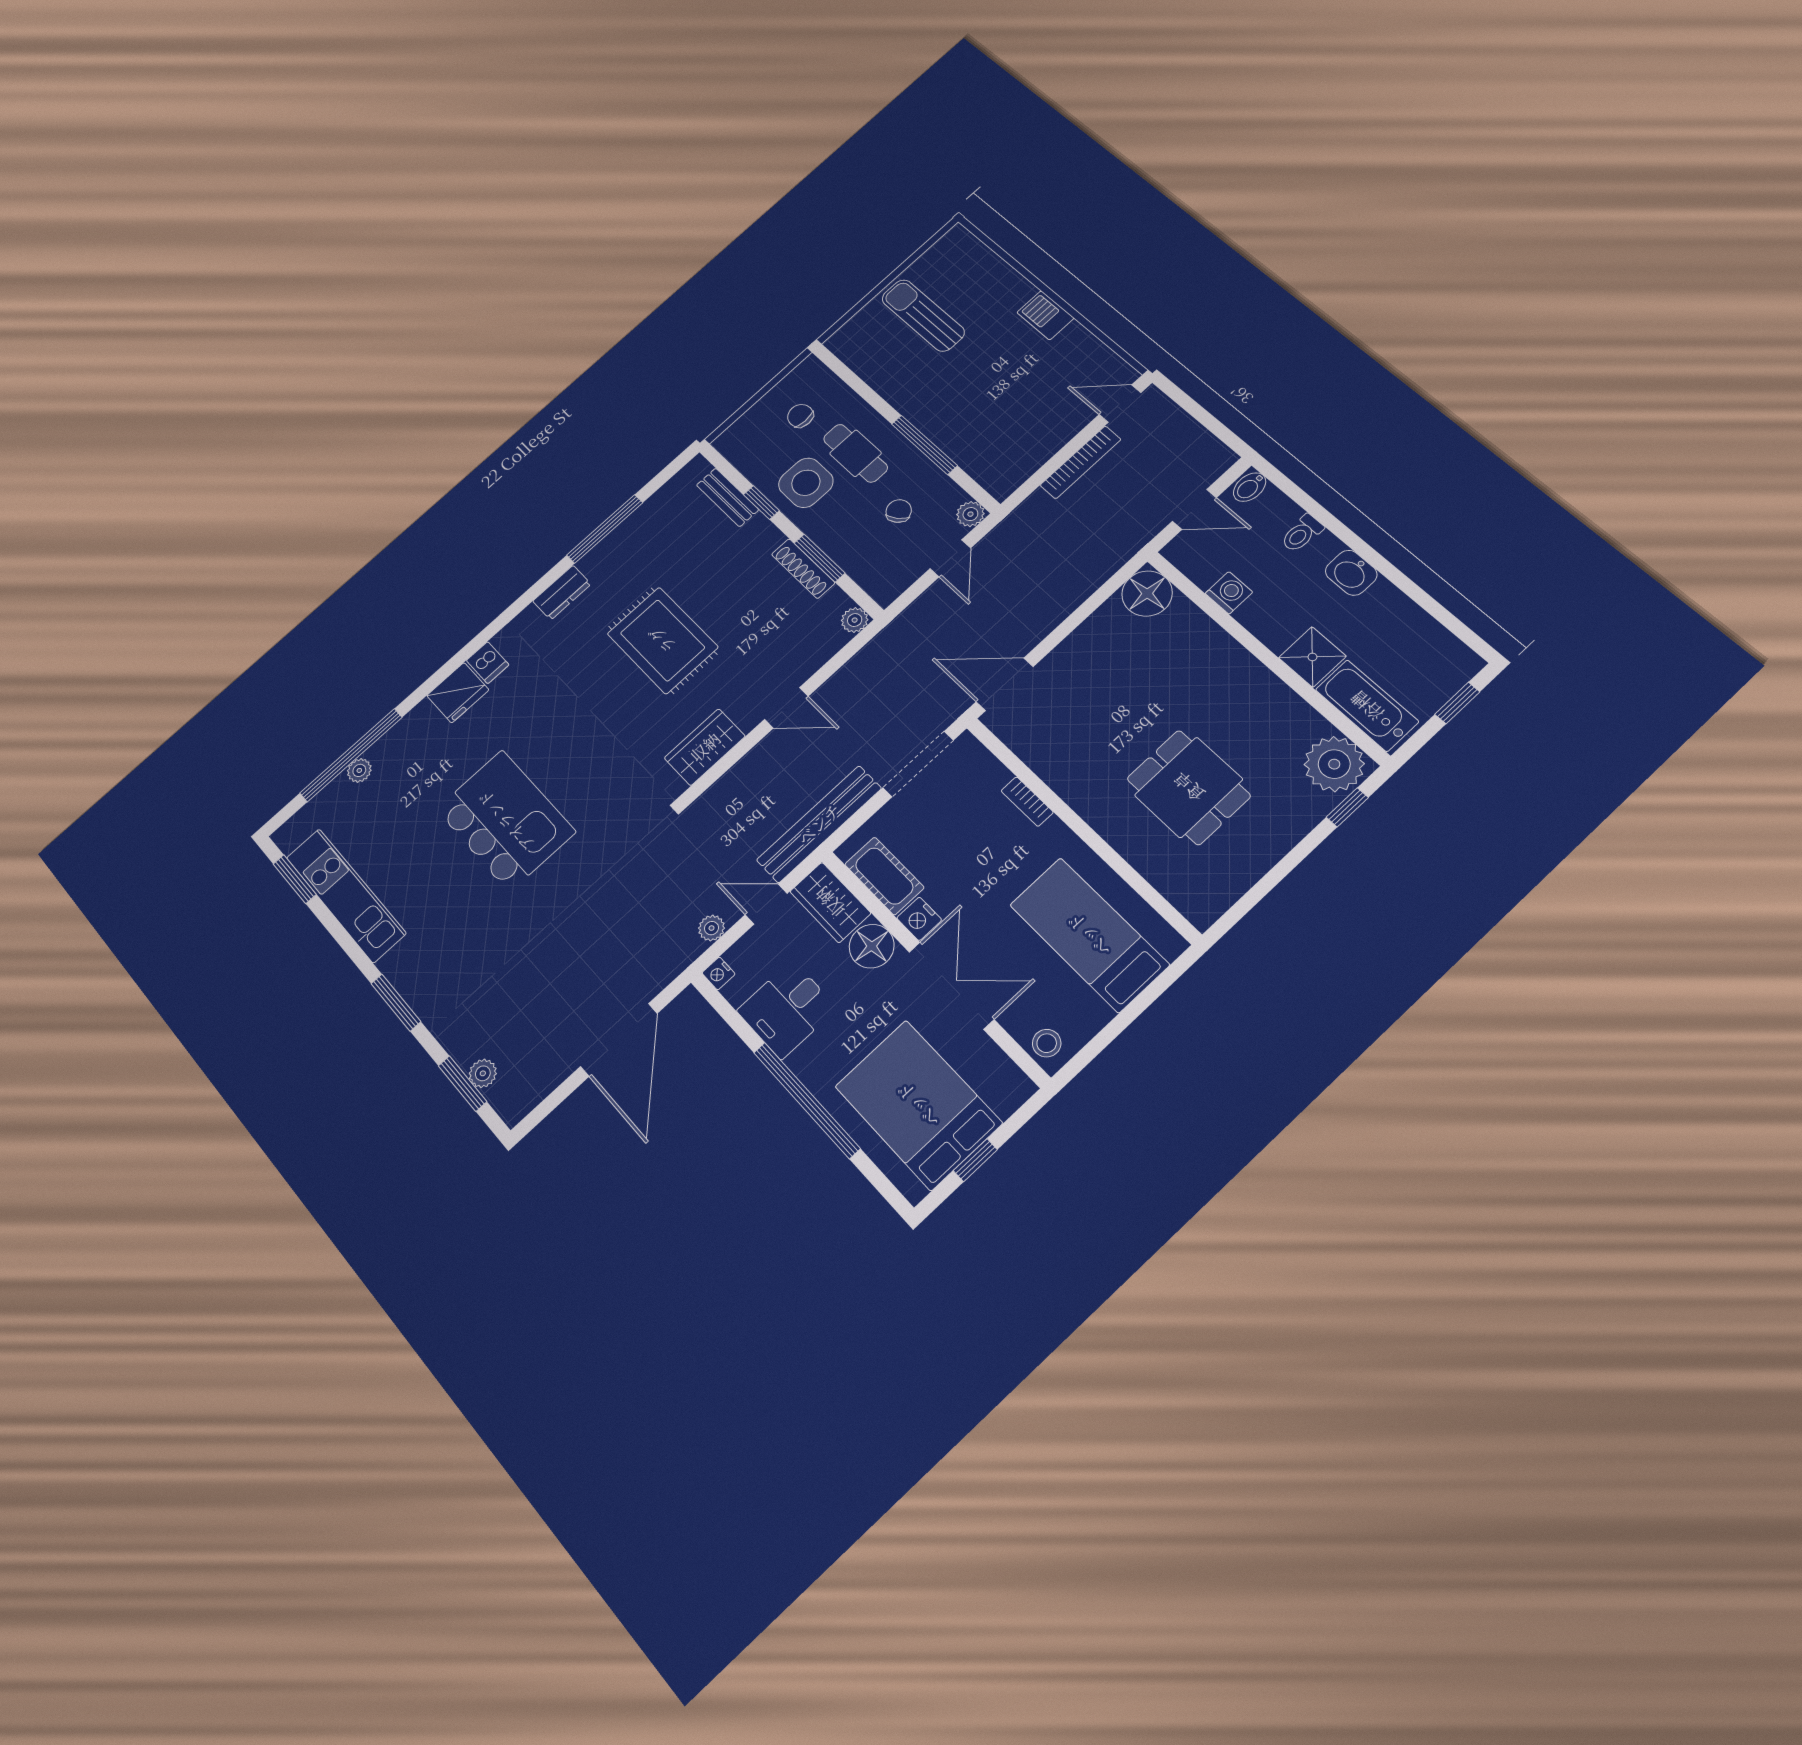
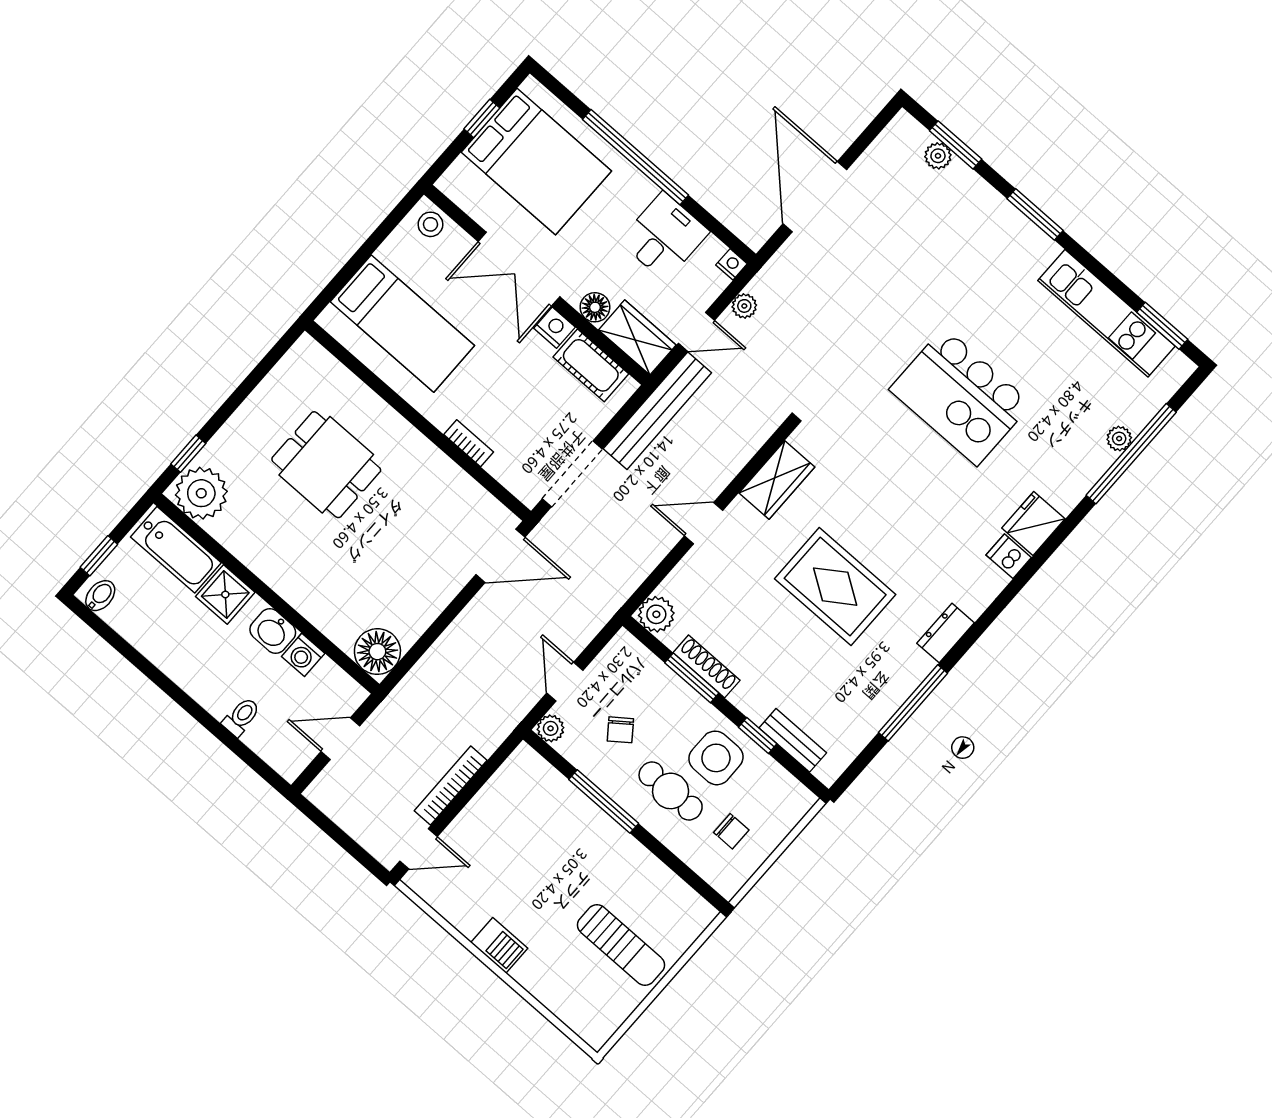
bidet: (1250, 487) -> (100, 596), moved
washbasin: (1351, 573) -> (273, 631), moved, turned 180
plant: (855, 620) -> (656, 614), width x1.38, depth x1.38
floor lamp: (872, 946) -> (595, 307), width x0.73, depth x0.73

